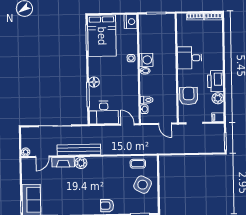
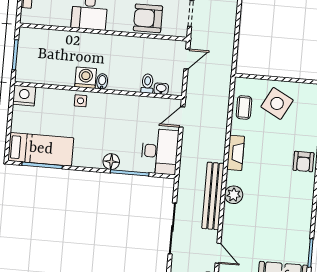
bed: (102, 36) -> (41, 149), width x0.67
fireplace: (63, 162) -> (236, 153), moved

